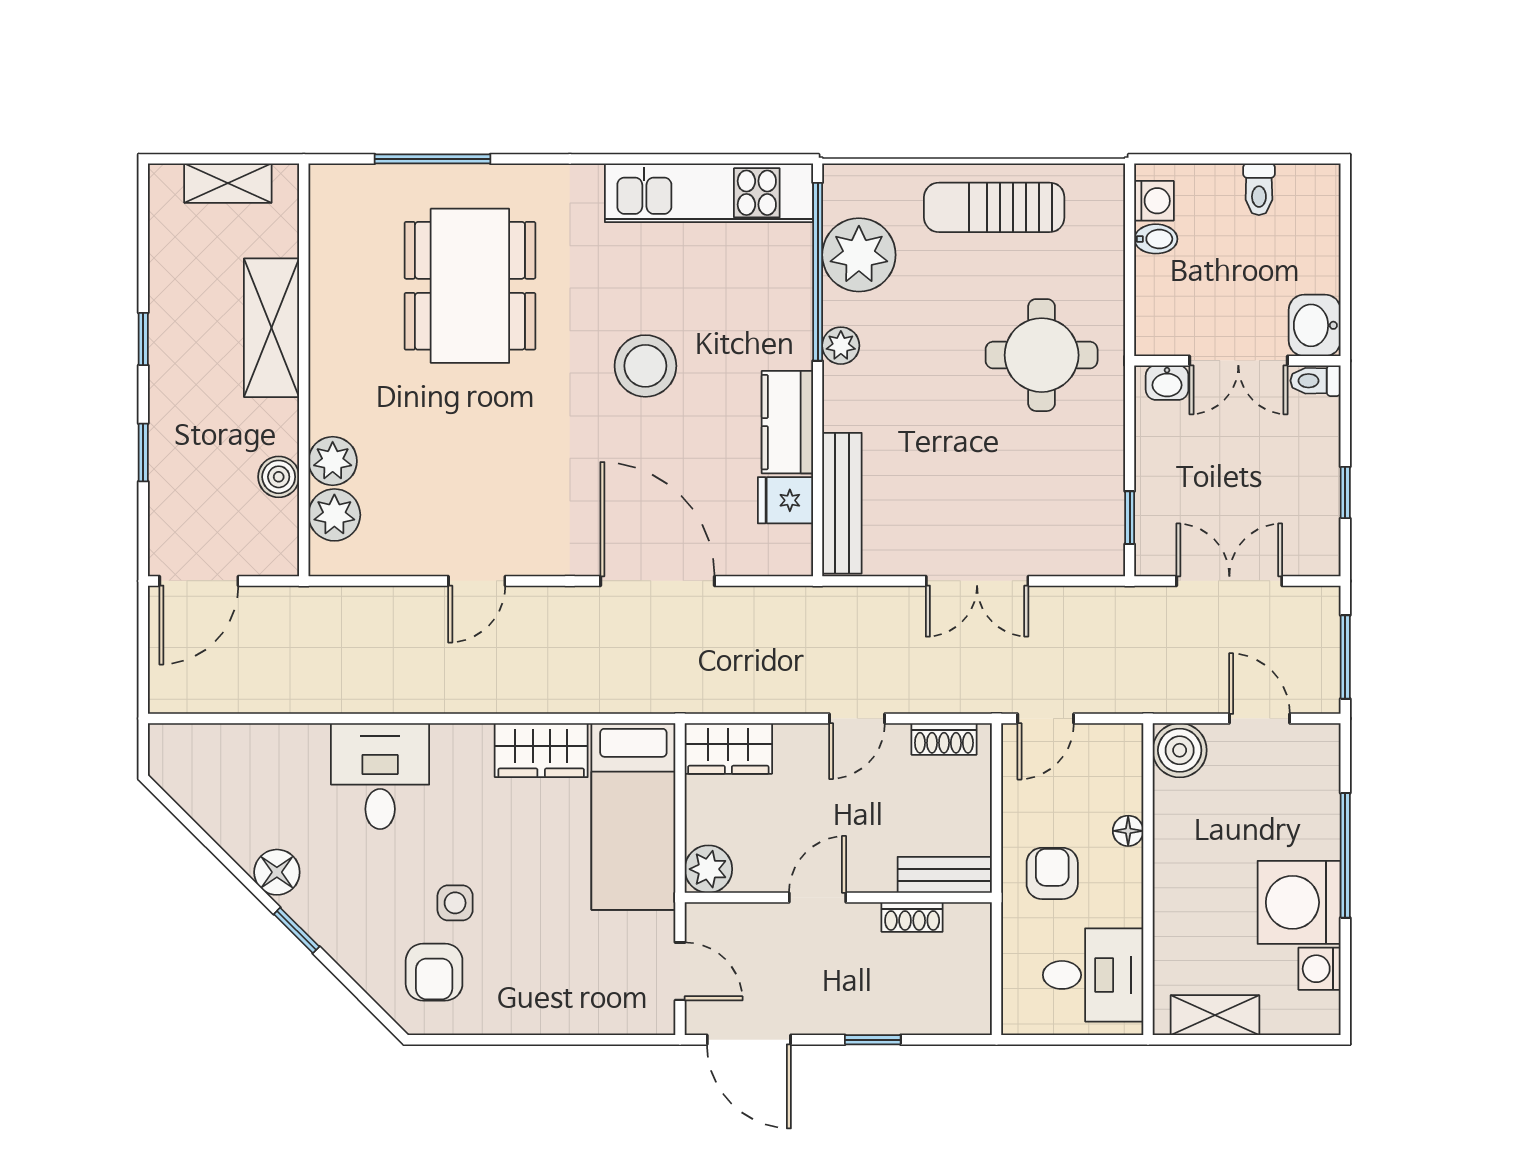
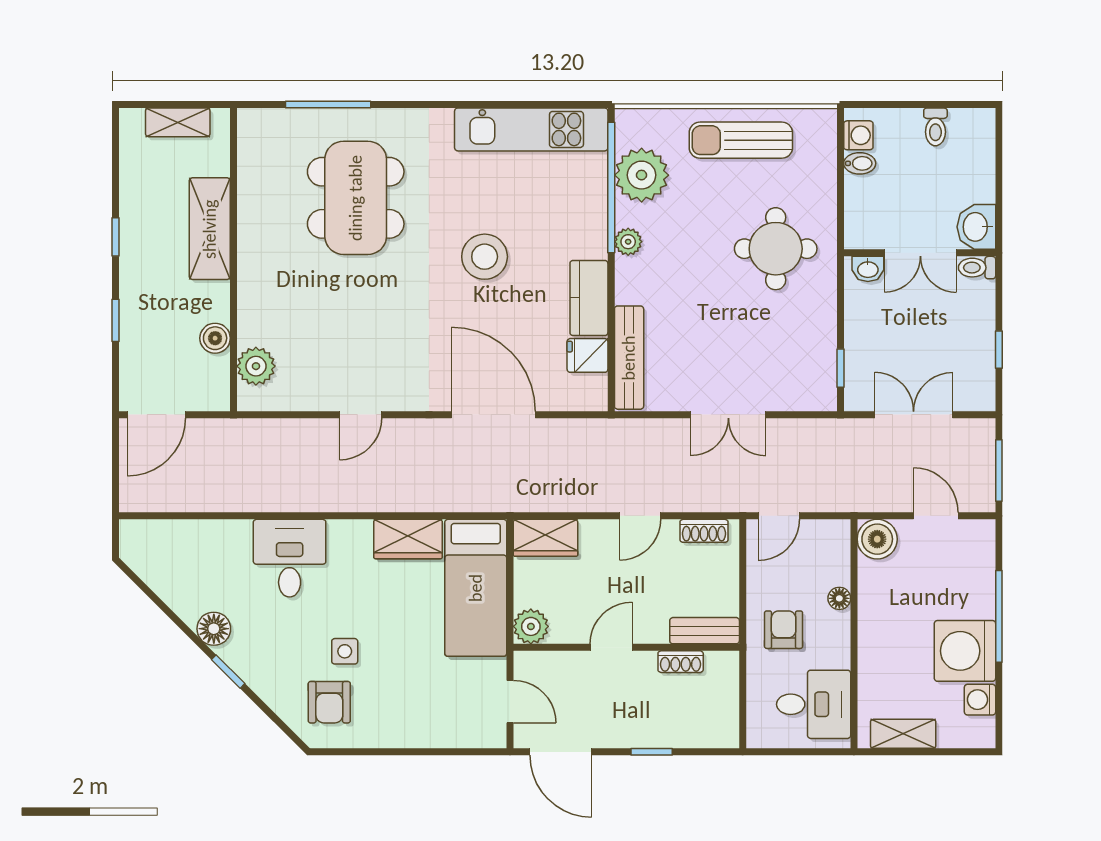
plant: (333, 461) -> (255, 327), removed

